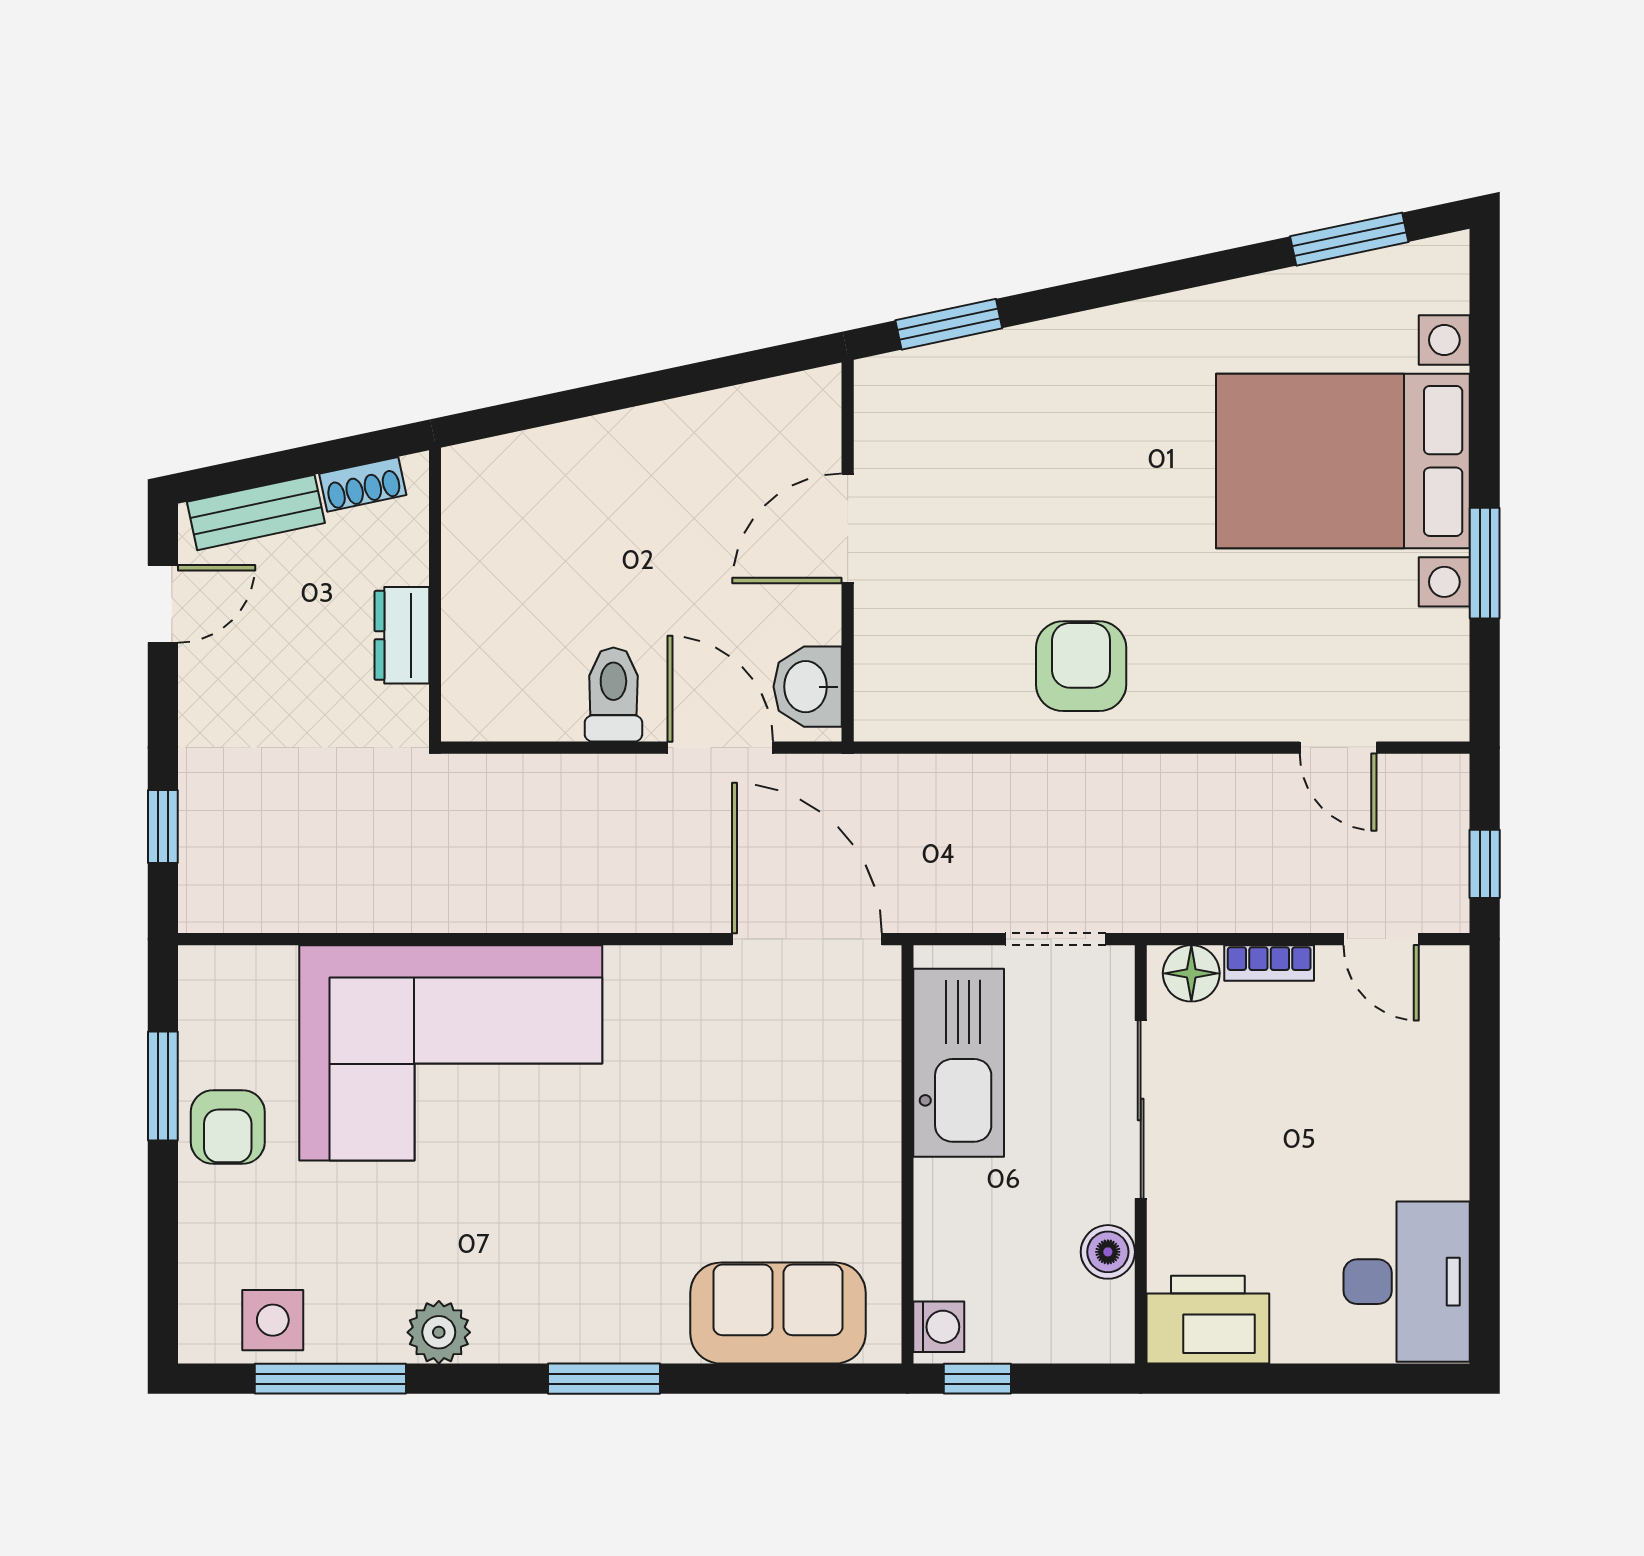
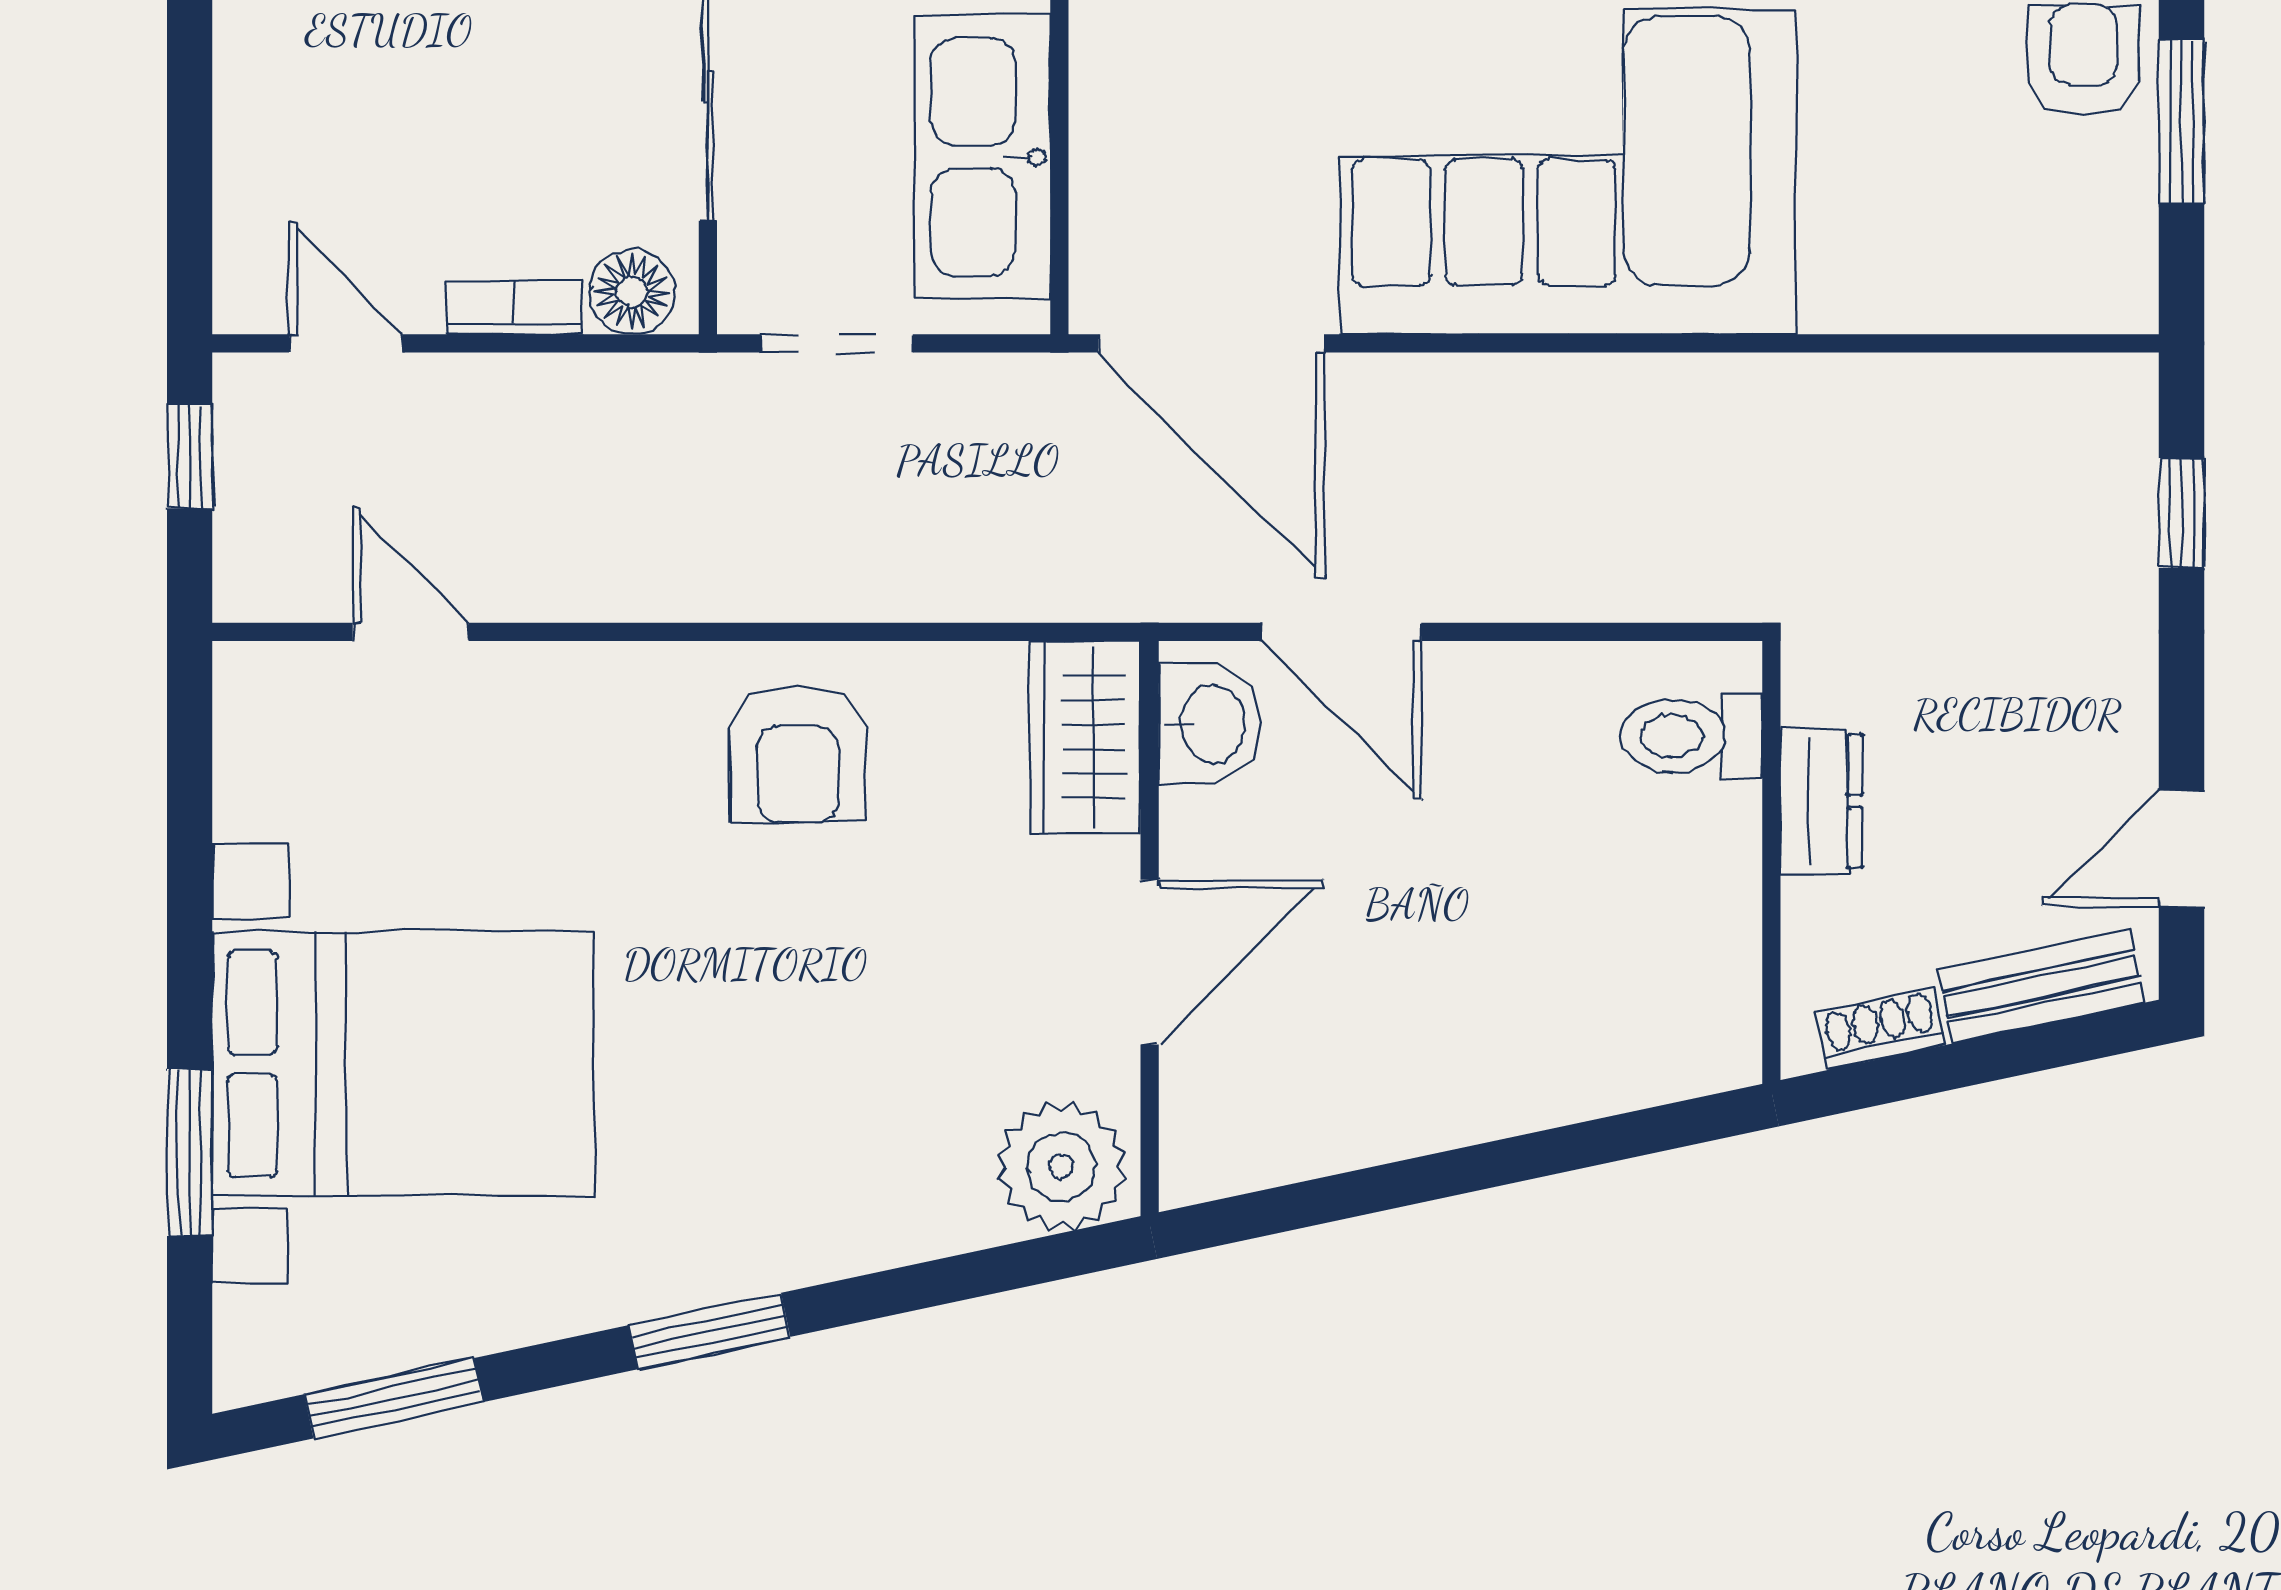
window: (949, 324) -> (709, 1331), moved
plant: (906, 393) -> (1061, 1166), added
window: (1485, 563) -> (190, 1152), moved
wardrobe: (891, 678) -> (1085, 737), added
toilet: (613, 694) -> (1691, 736), moved, turned 90
corner sofa: (451, 1053) -> (1568, 172), moved

